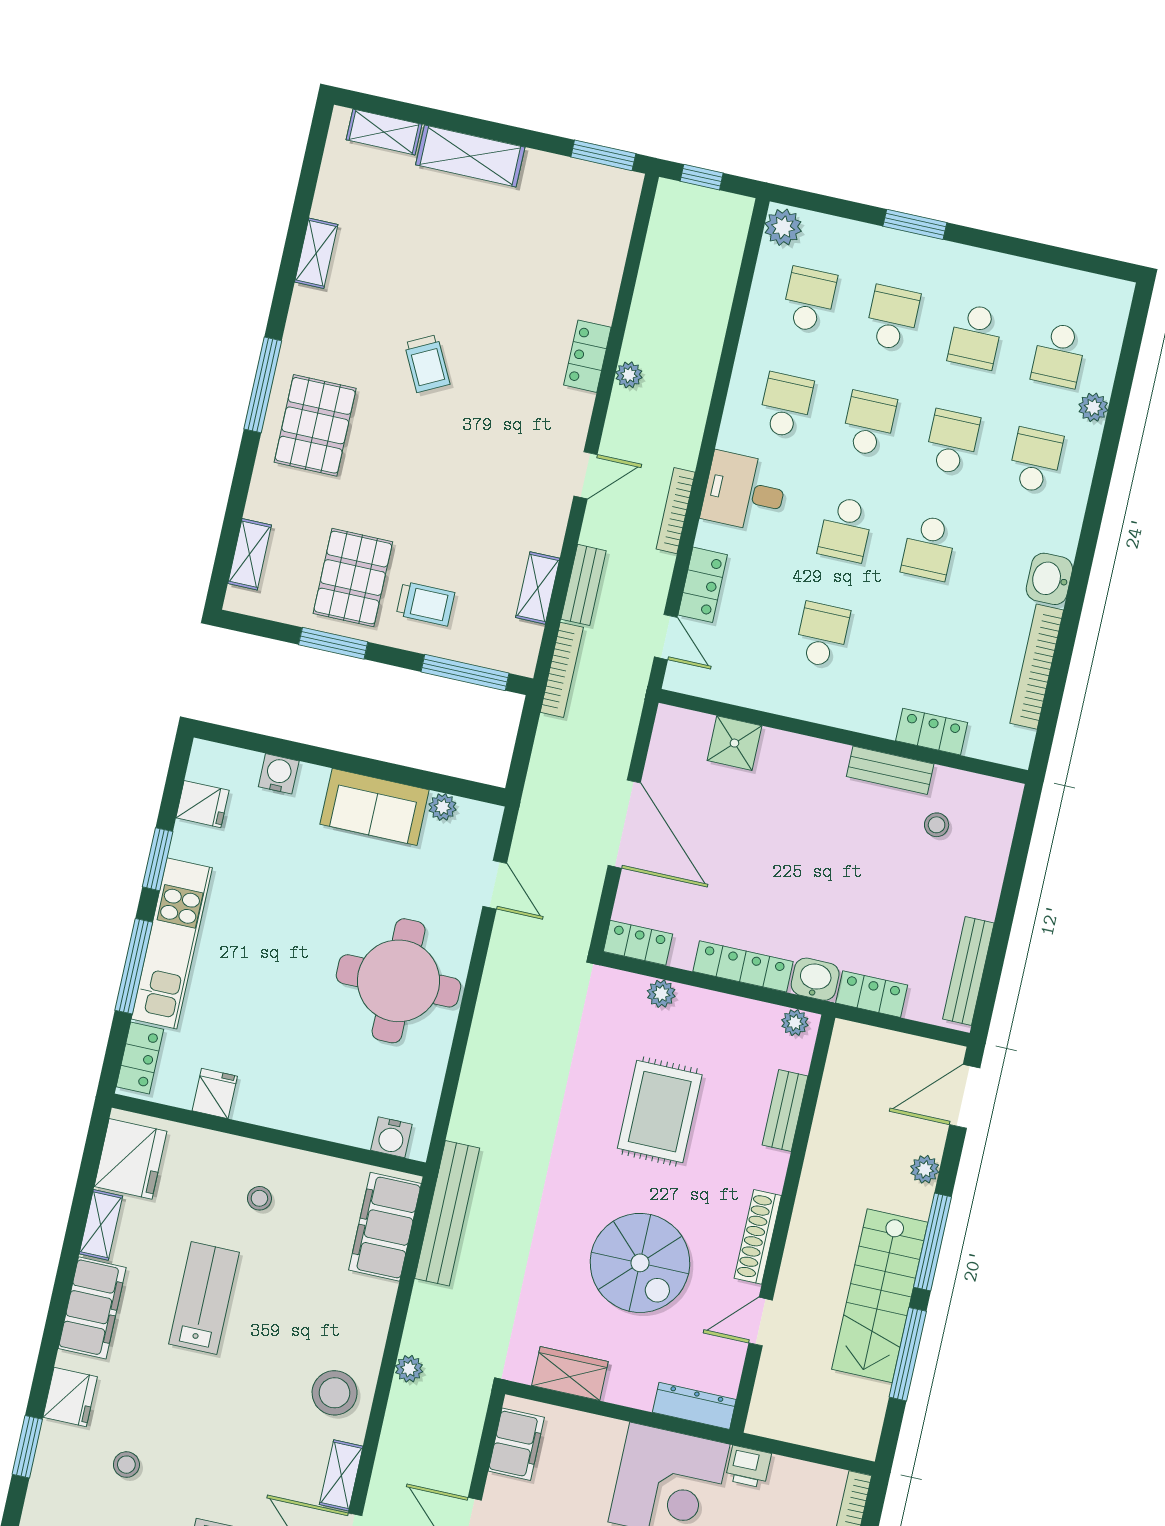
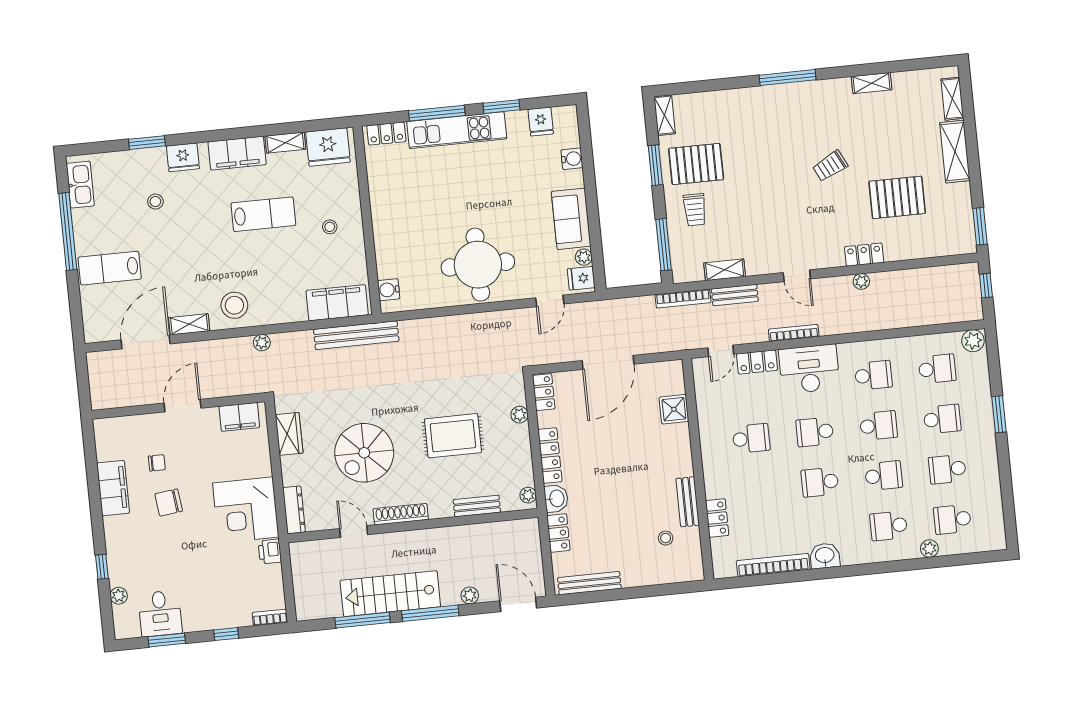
pallet: (315, 425) -> (897, 197), moved
school desk: (1035, 461) -> (889, 526), turned 180
desk: (744, 492) -> (809, 369), width x1.37
shelving: (250, 554) -> (665, 115), moved, turned 90
fridge: (215, 1093) -> (581, 278), moved, turned 180

